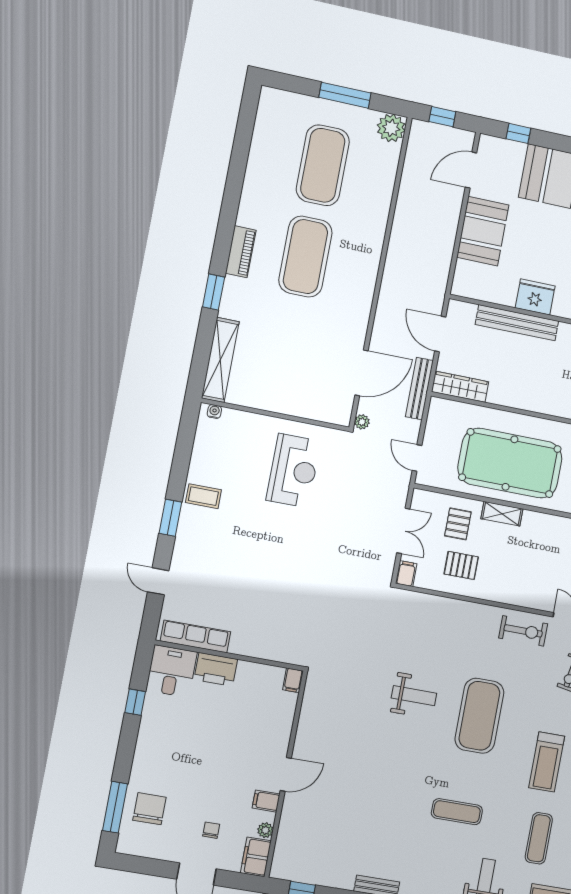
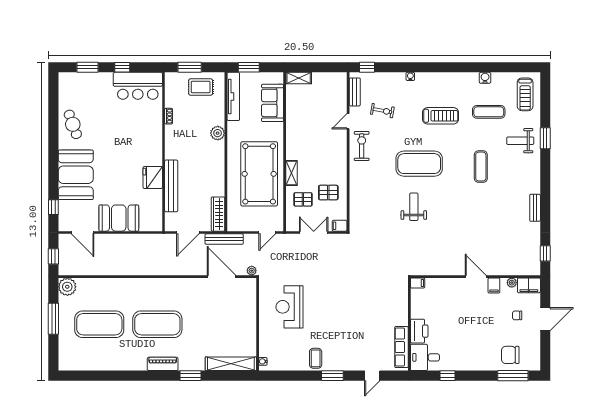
reception desk: (293, 471) -> (290, 307), turned -90
pallet: (461, 565) -> (328, 193), turned 90

